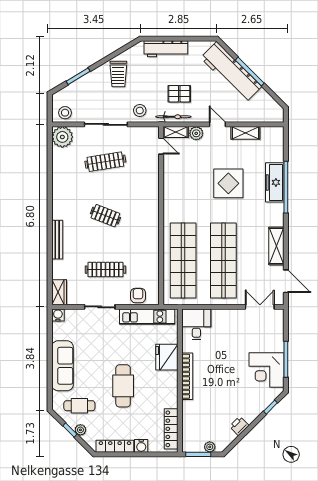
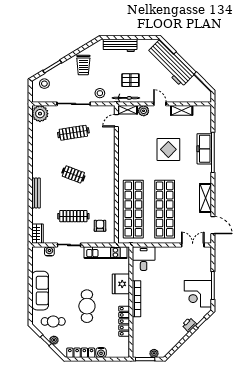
stool: (65, 113) -> (44, 84), moved
door: (161, 146) -> (116, 121), swing flipped
armchair: (138, 295) -> (100, 226), moved
water cooler: (58, 315) -> (49, 251), moved
printer: (239, 426) -> (189, 325), moved
locker: (171, 429) -> (124, 321), moved

